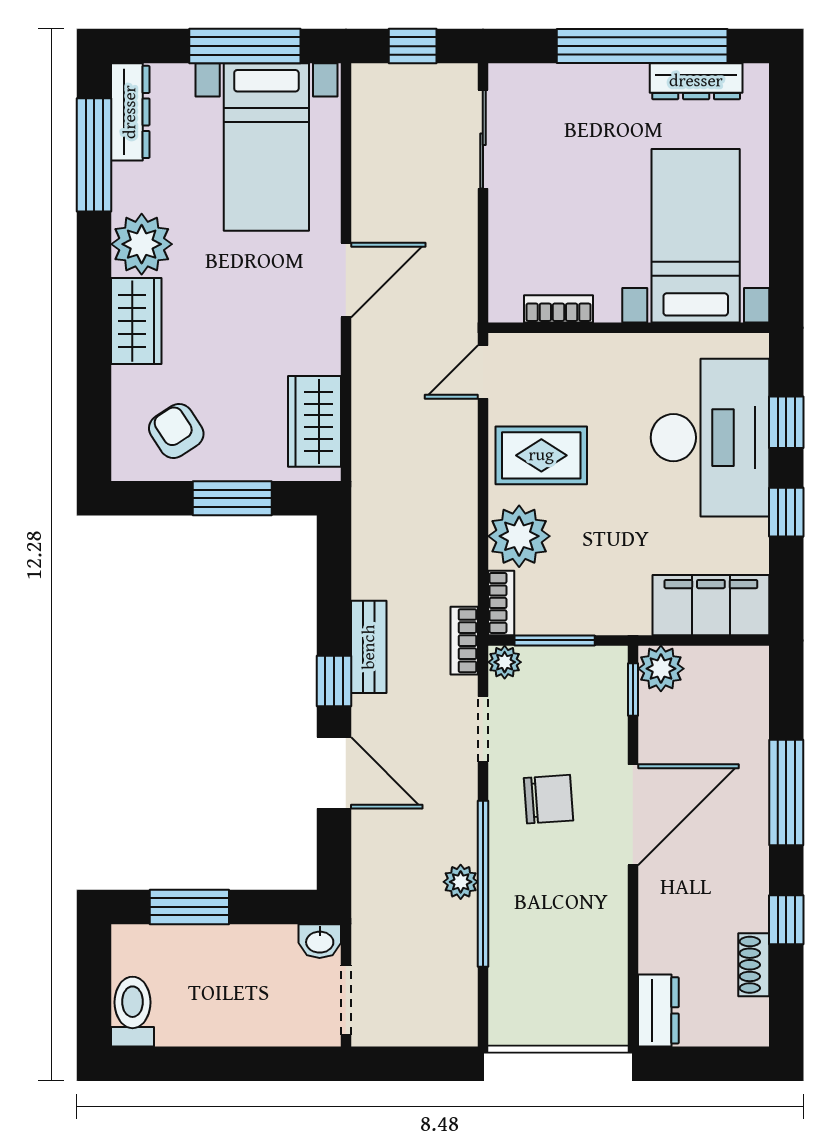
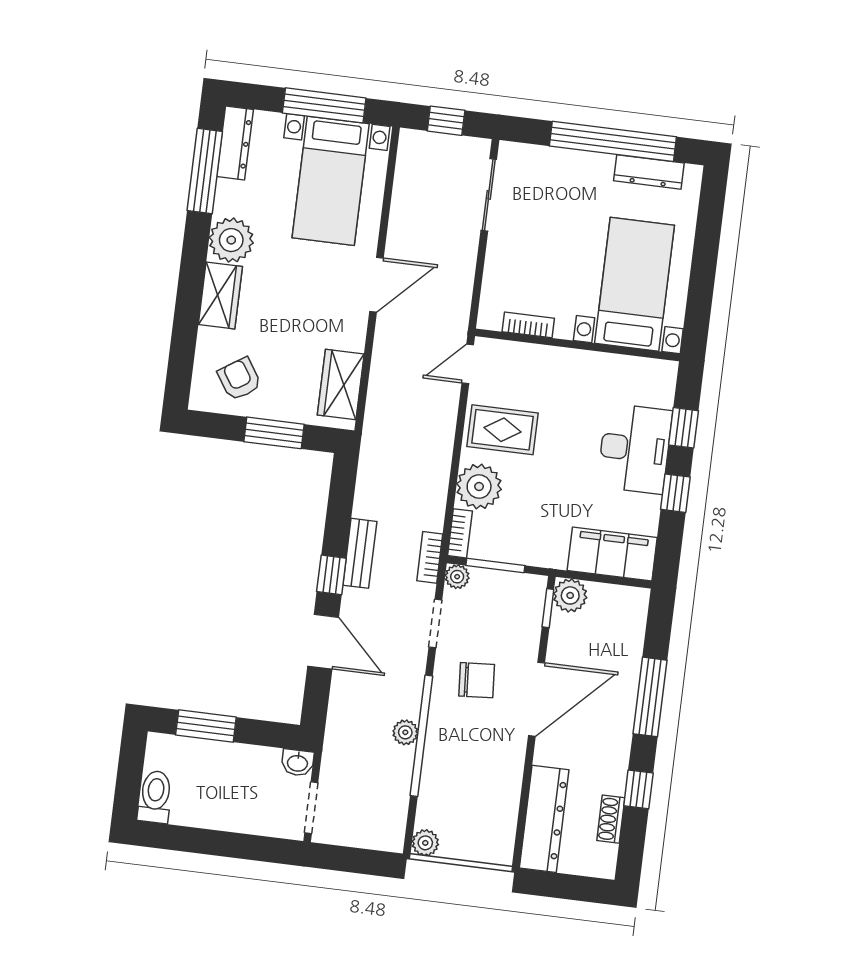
desk: (710, 438) -> (635, 449), width x0.73, depth x0.77
dresser: (658, 1010) -> (544, 819), width x1.96, depth x1.24
plant: (506, 1028) -> (425, 843), added

